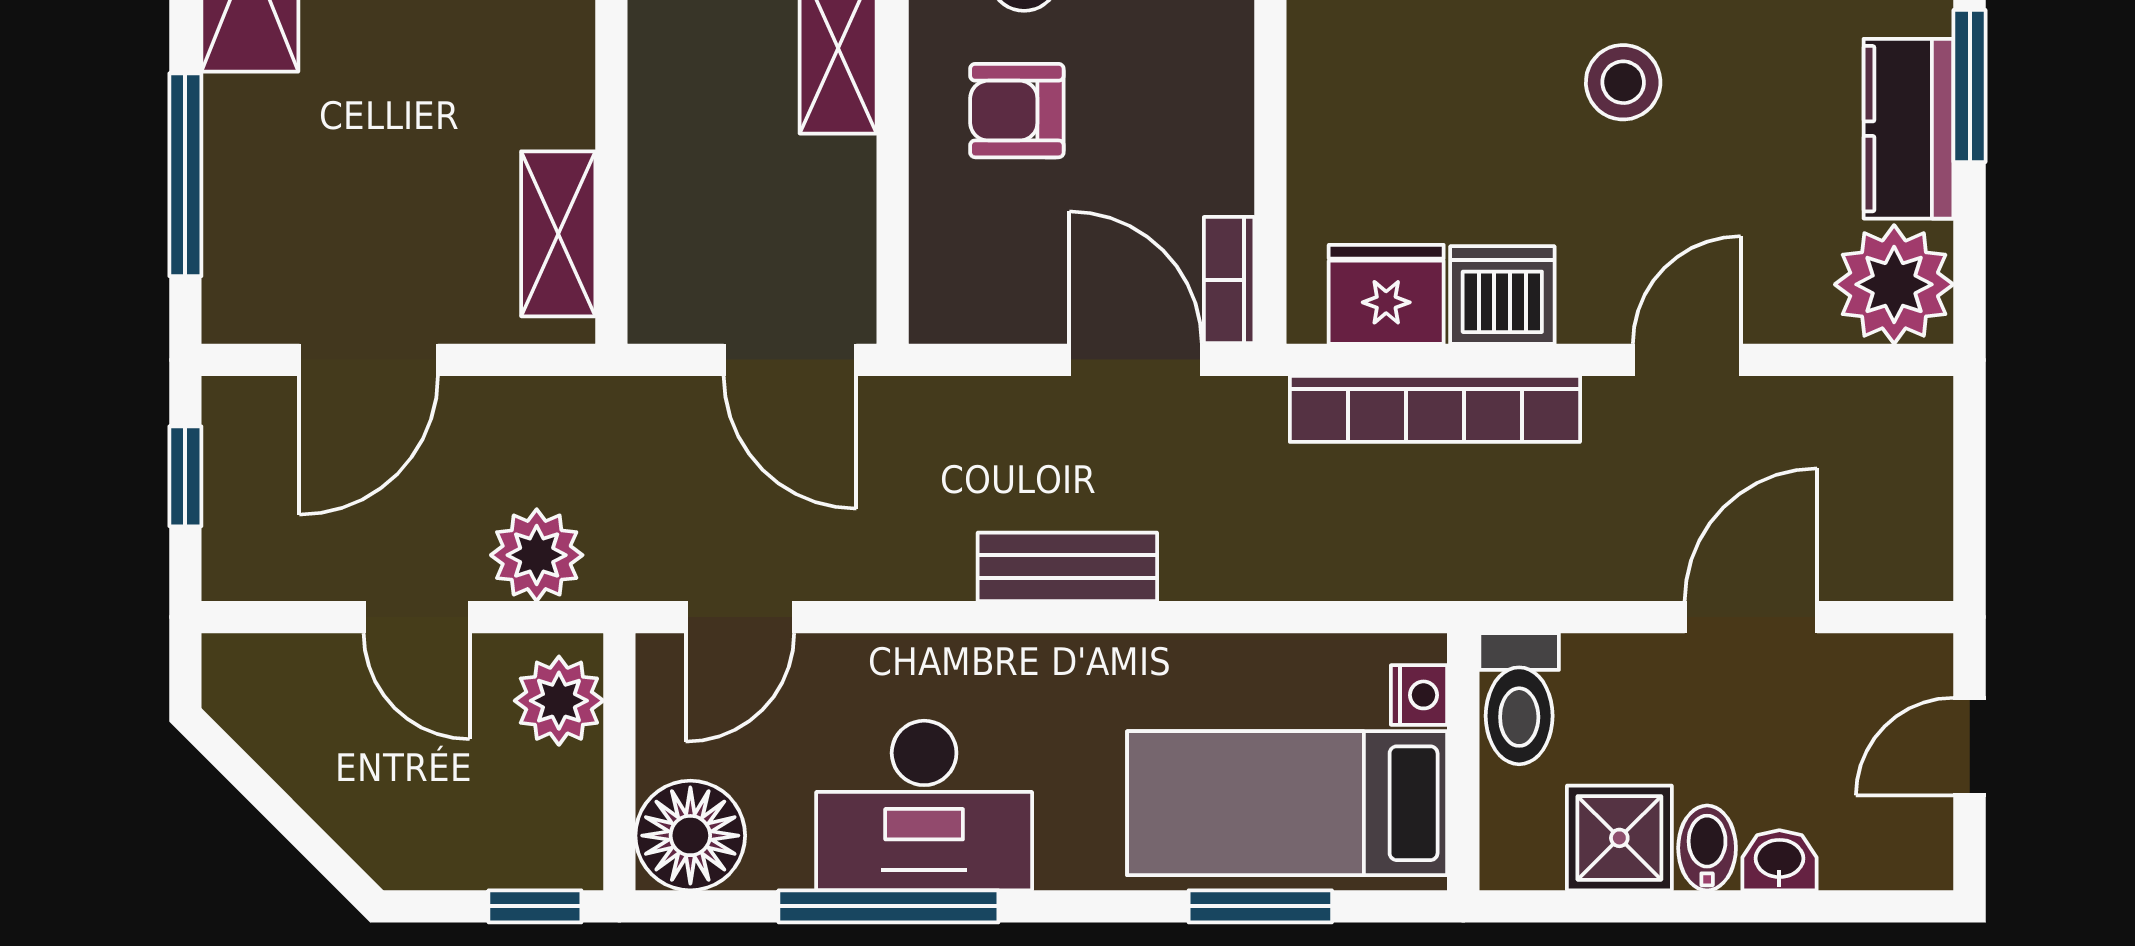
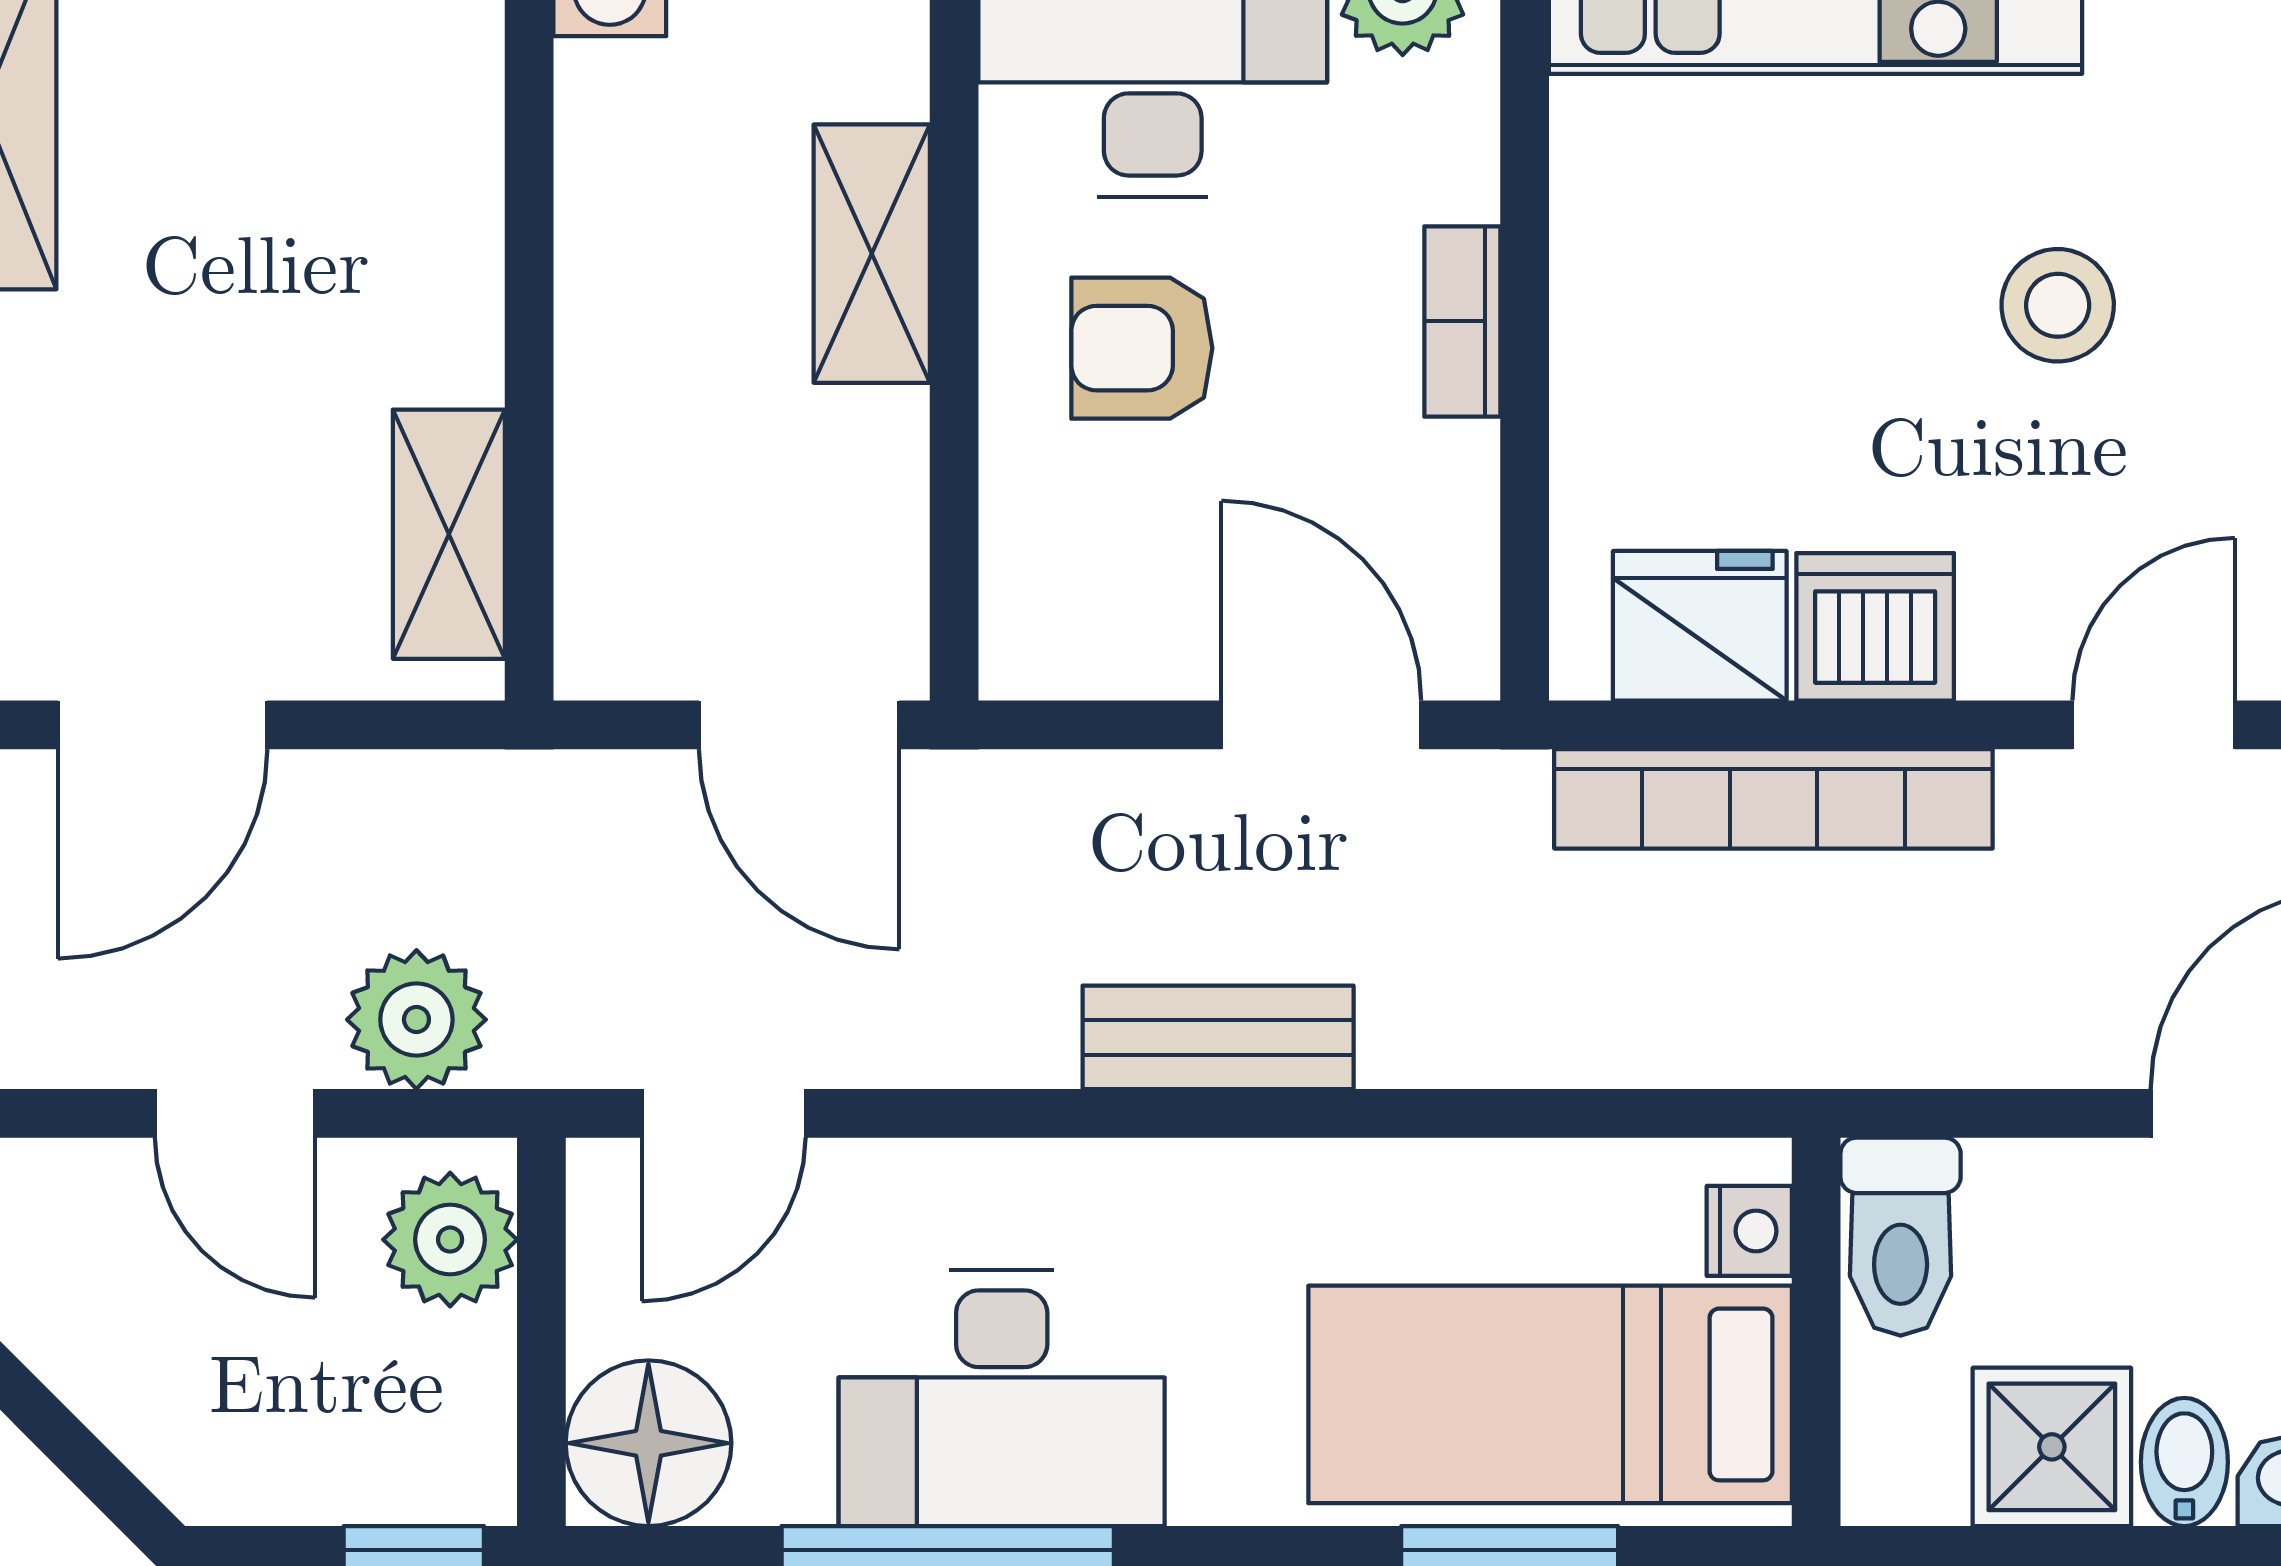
bookcase: (1229, 280) -> (1462, 321), moved

